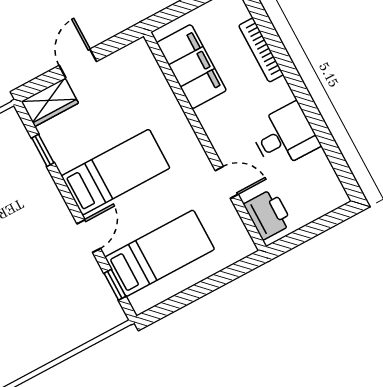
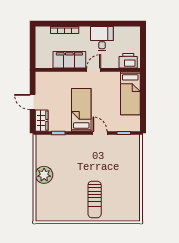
filing cabinet: (191, 67) -> (69, 60), moved
door: (227, 182) -> (94, 70), moved
bed: (160, 253) -> (130, 93), moved, turned 180

